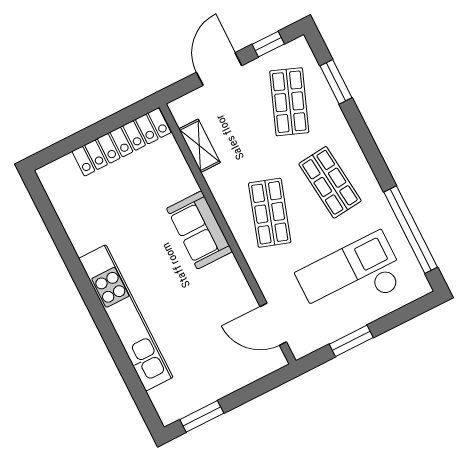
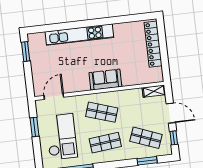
locker: (121, 142) -> (153, 44), moved
shelving: (199, 146) -> (154, 91), moved

